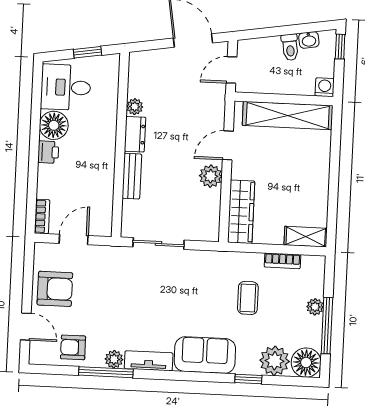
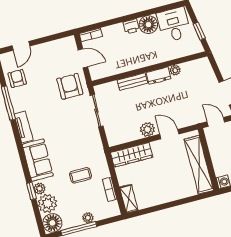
armchair: (55, 289) -> (70, 86), moved, turned 180
plant: (114, 359) -> (40, 189), moved

